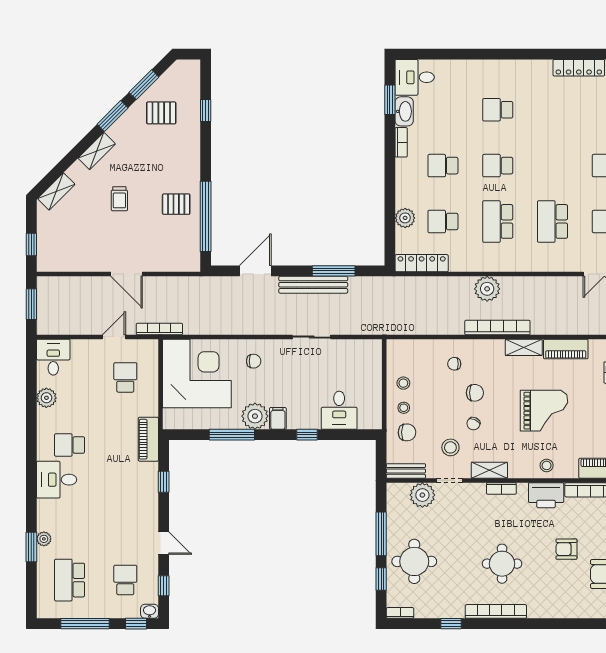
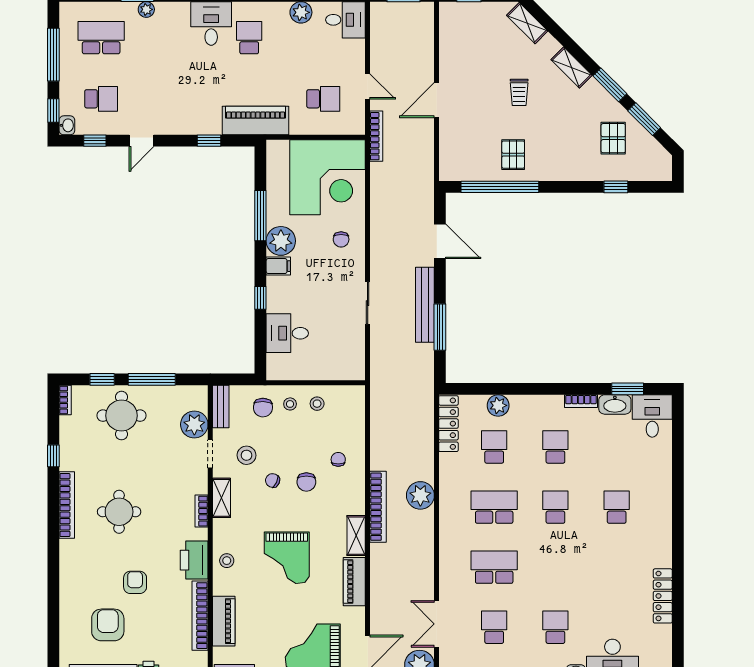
trolley: (119, 199) -> (519, 92), turned -90
piano: (148, 439) -> (256, 121), width x1.37, depth x1.33

